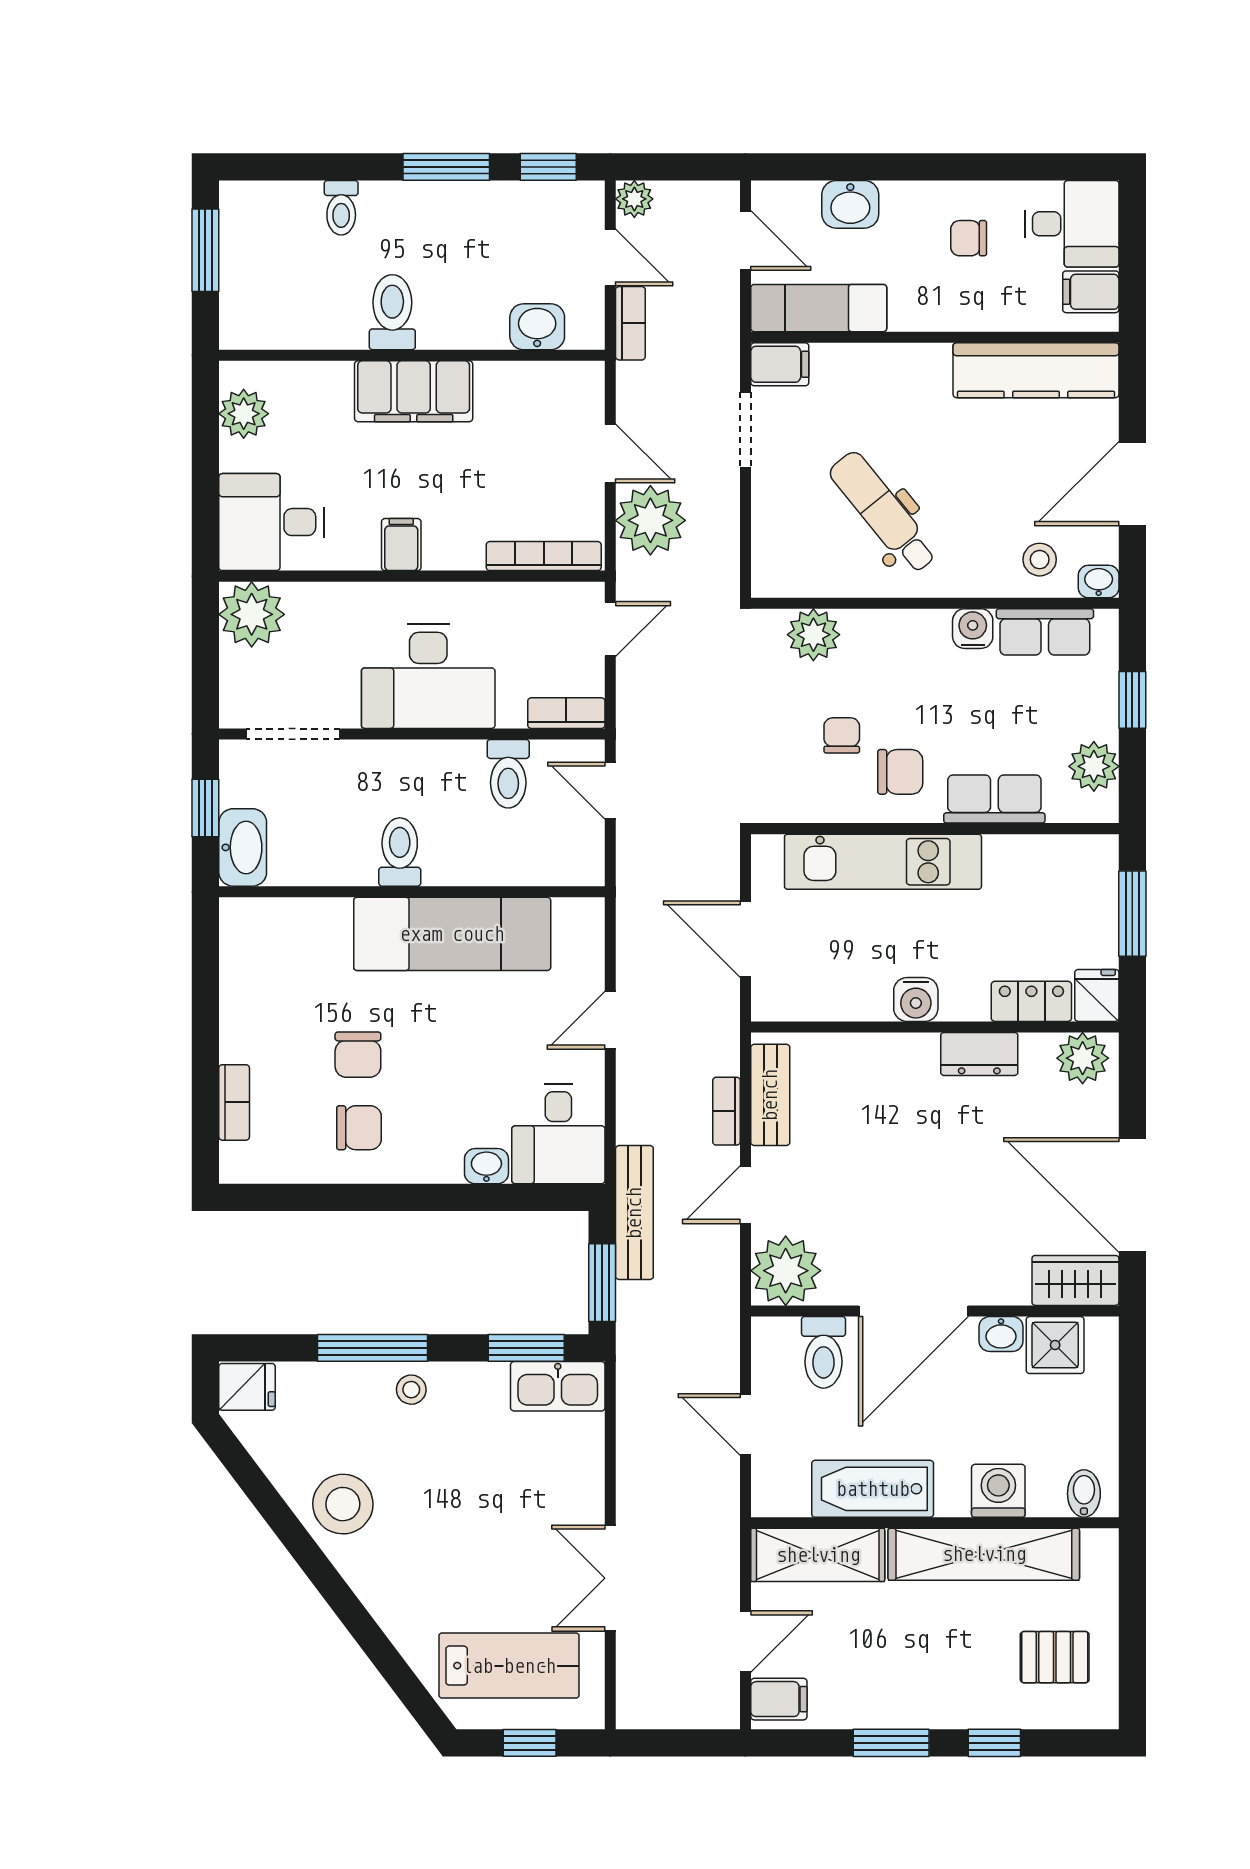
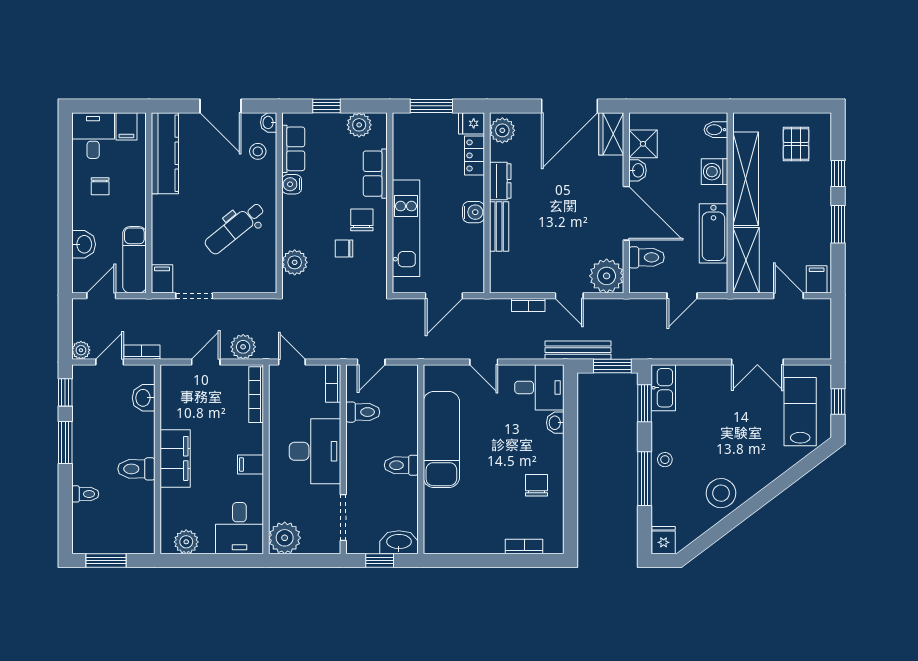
plant: (650, 520) -> (243, 347), width x0.73, depth x0.73
chair: (358, 1055) -> (501, 486), removed
bench: (770, 1095) -> (499, 227), moved, turned 90

